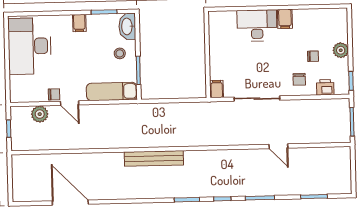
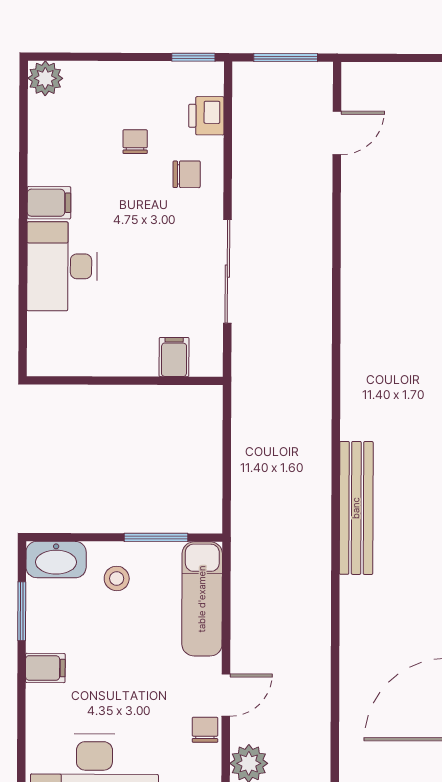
plant: (341, 50) -> (45, 78), moved
filing cabinet: (217, 89) -> (174, 357), moved, turned 90
door: (278, 146) -> (337, 133), moved

